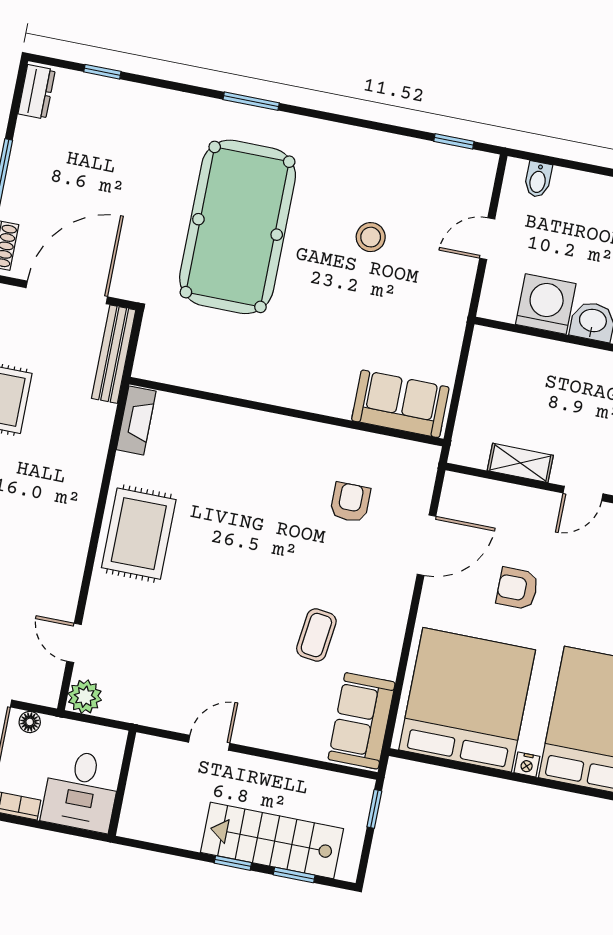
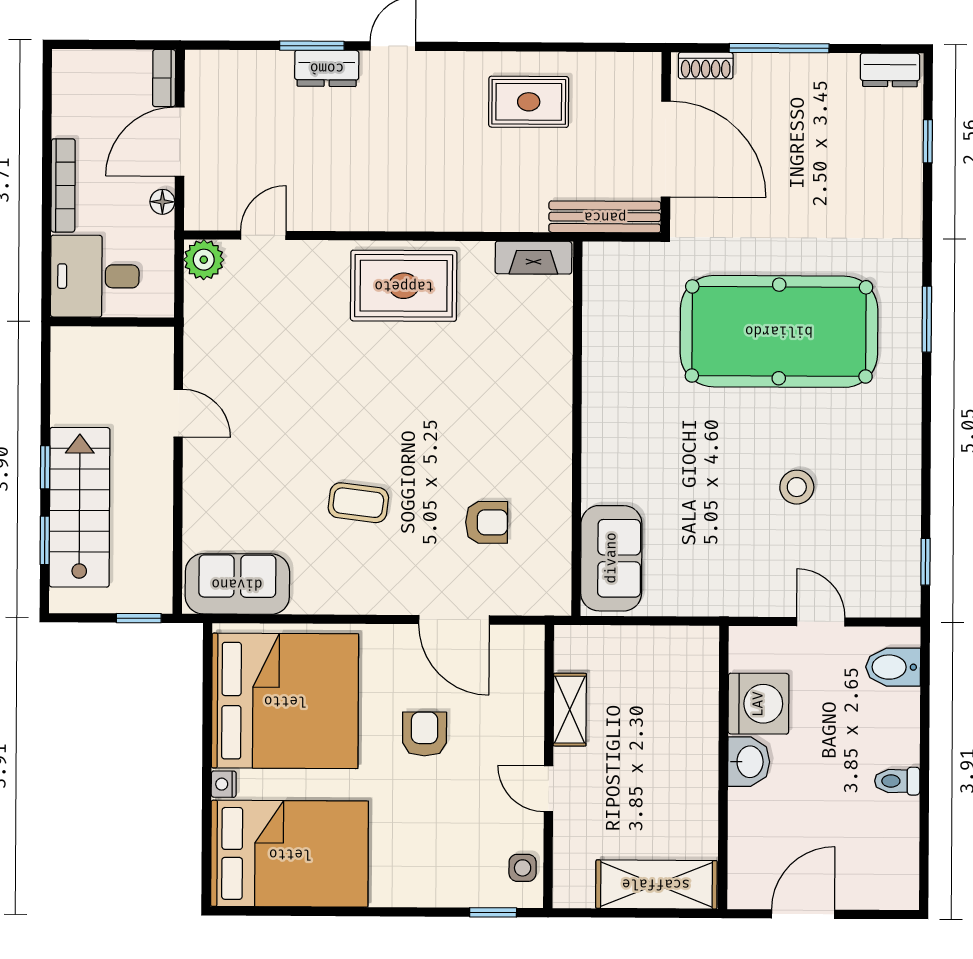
bidet: (538, 179) -> (893, 667), width x1.38, depth x1.36
coffee table: (316, 635) -> (358, 503), moved

